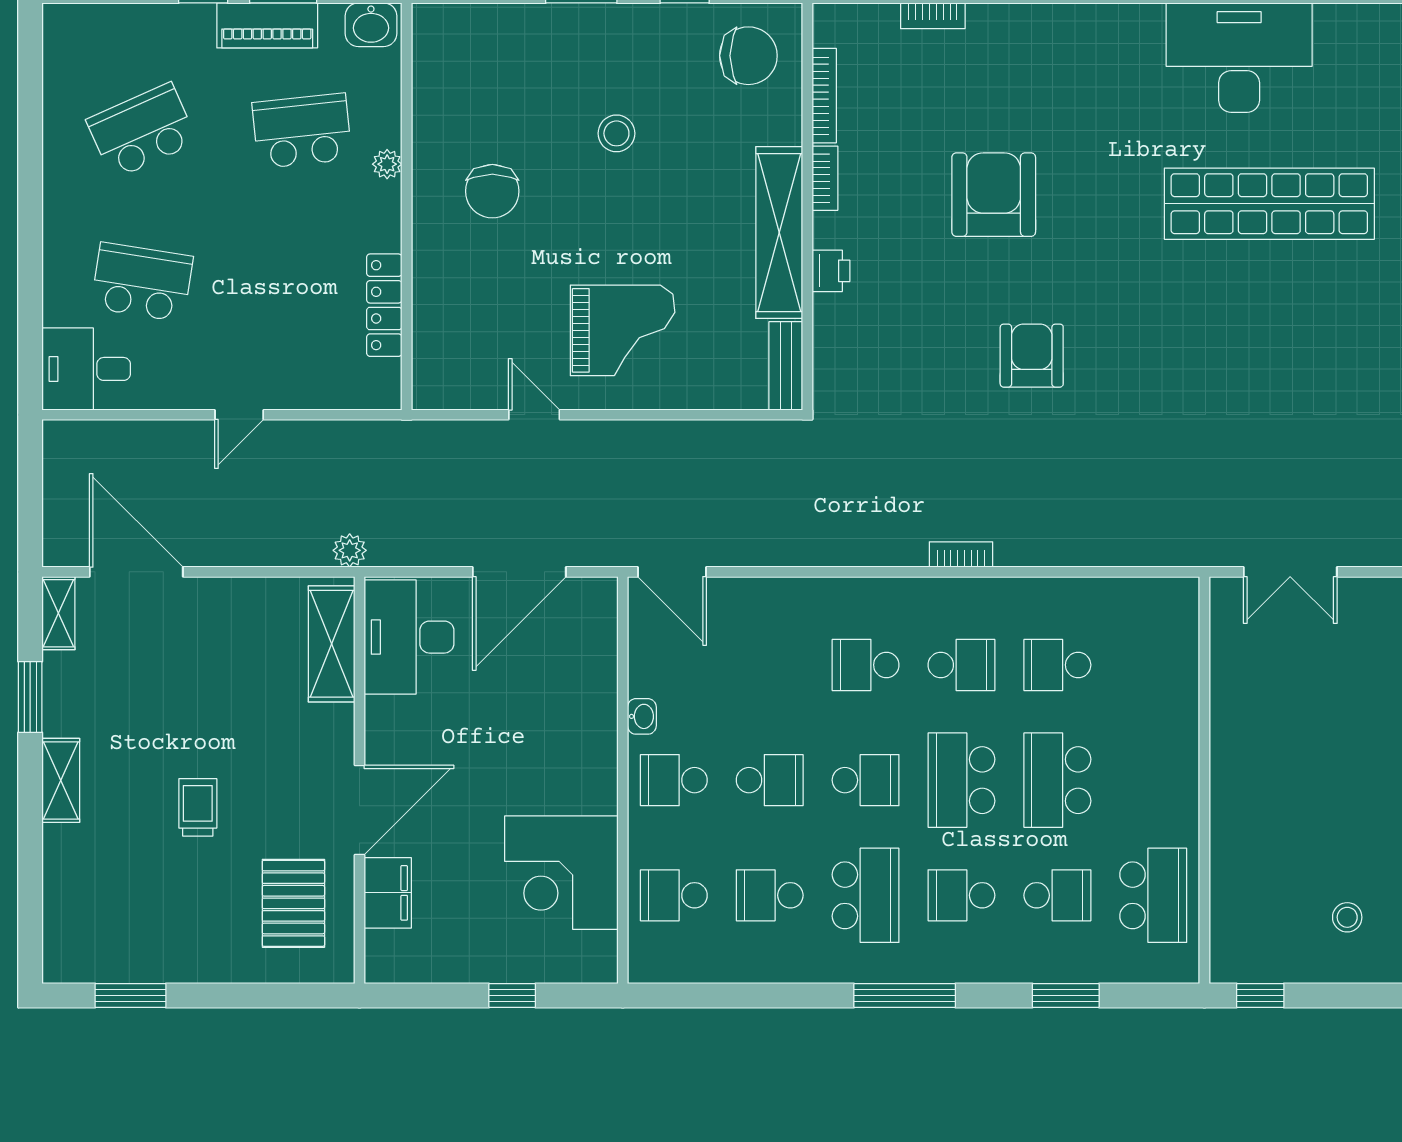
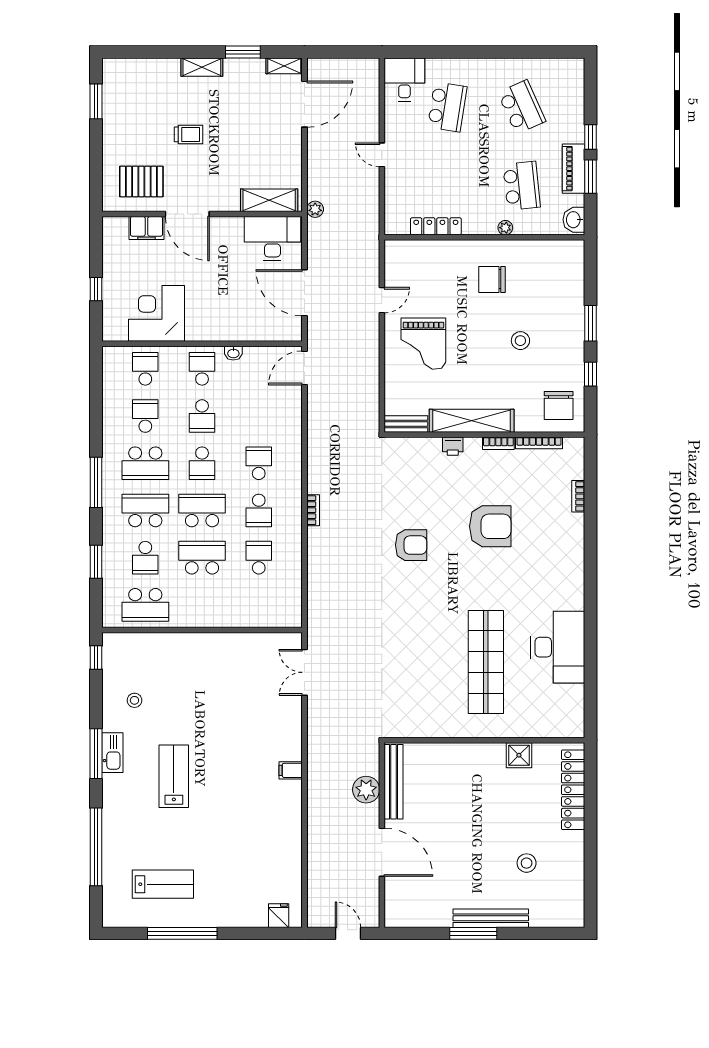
school desk: (961, 895) -> (145, 510), width x1.85

